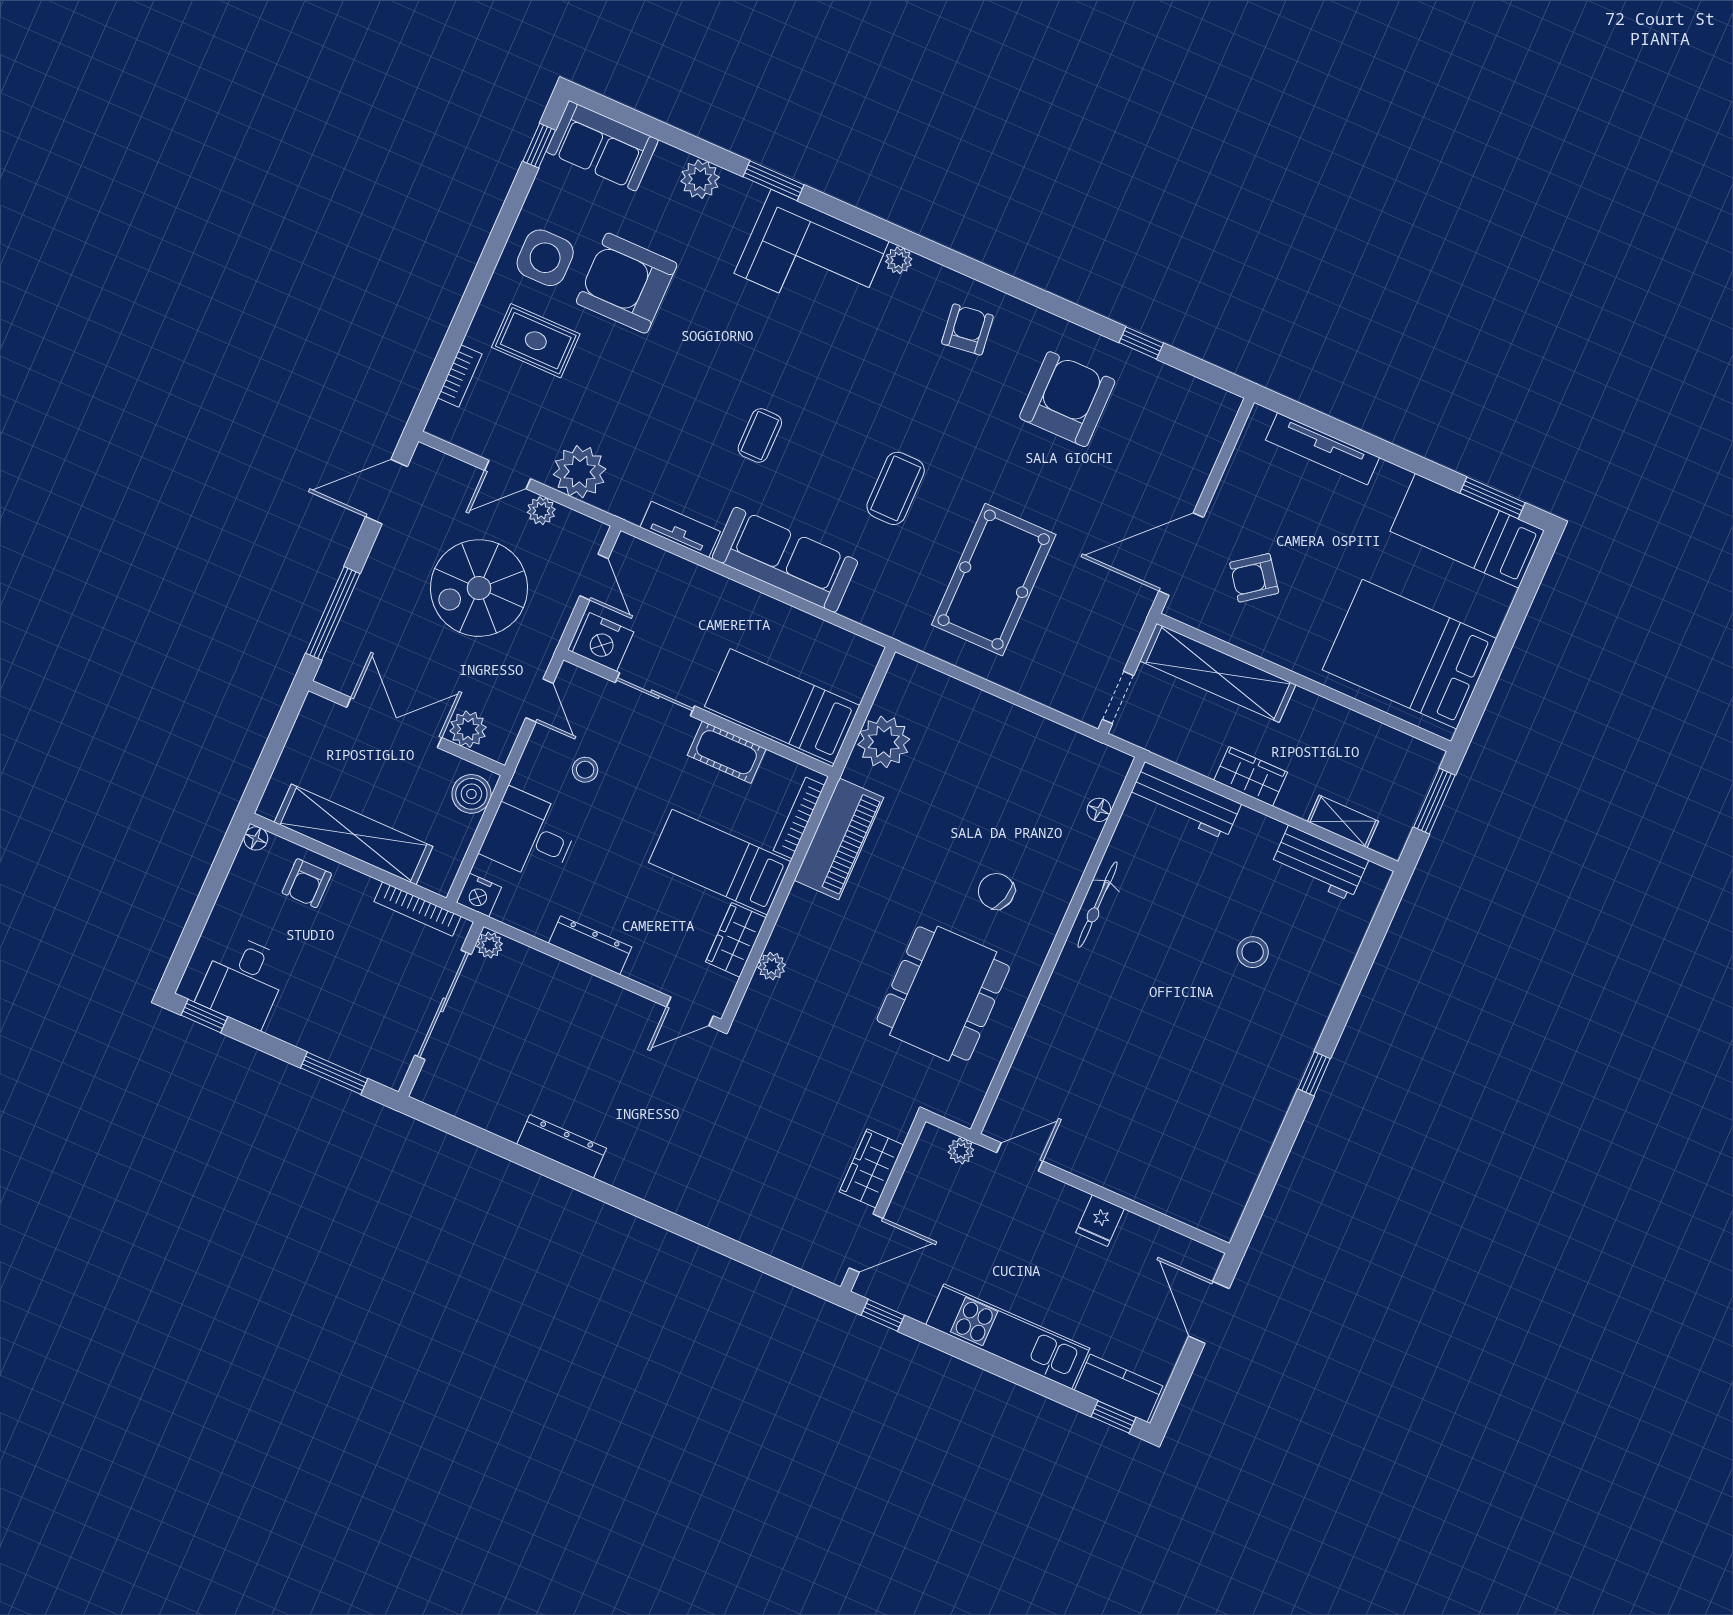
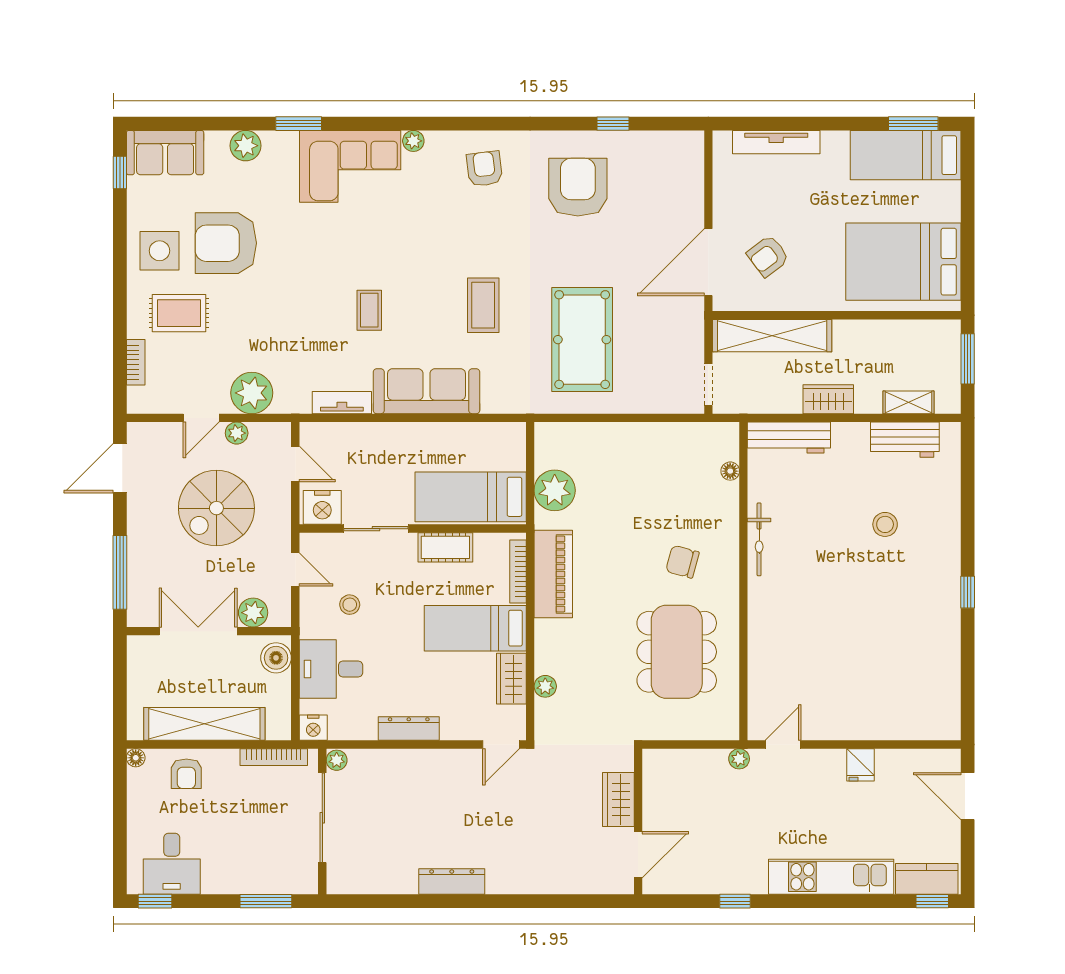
wardrobe: (871, 1168) -> (618, 800), moved
wall: (883, 1204) -> (638, 821), moved
door: (866, 1243) -> (638, 855), moved

